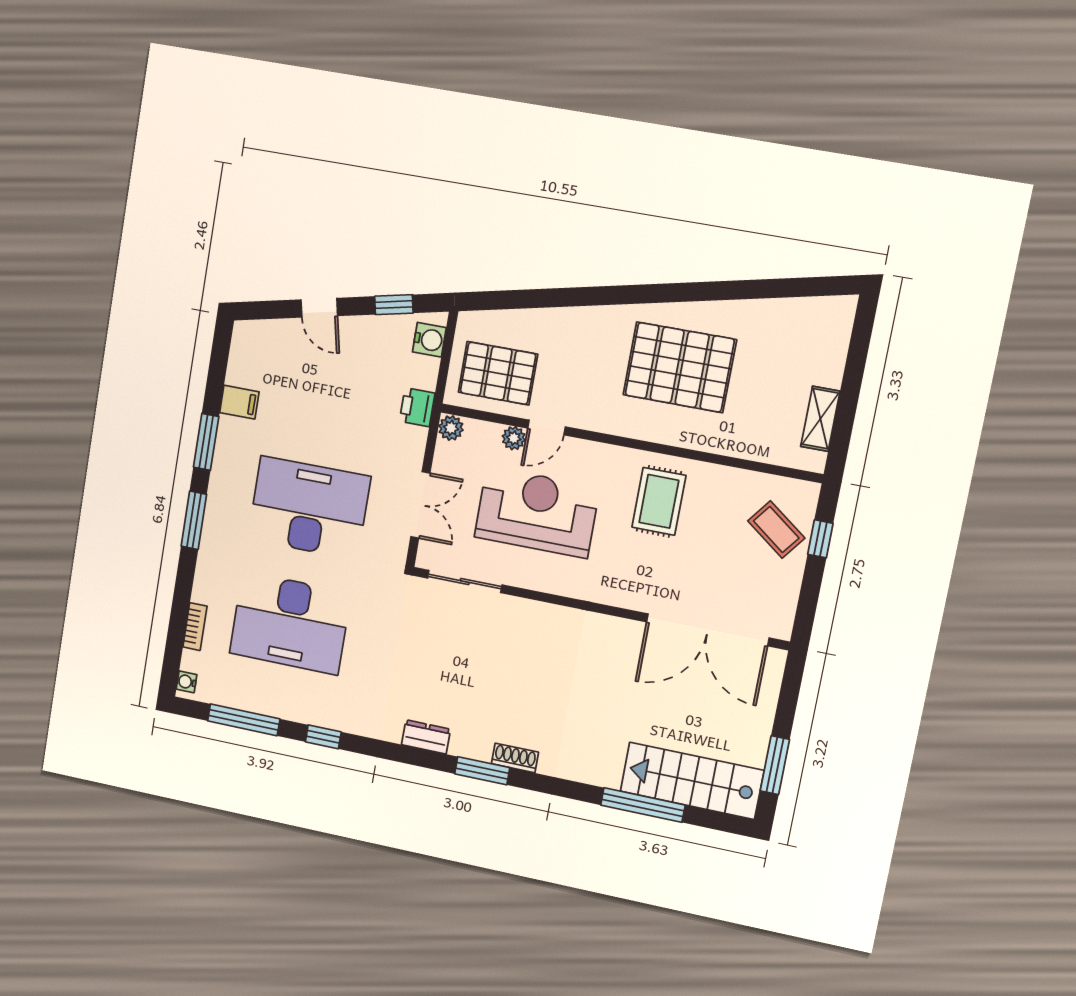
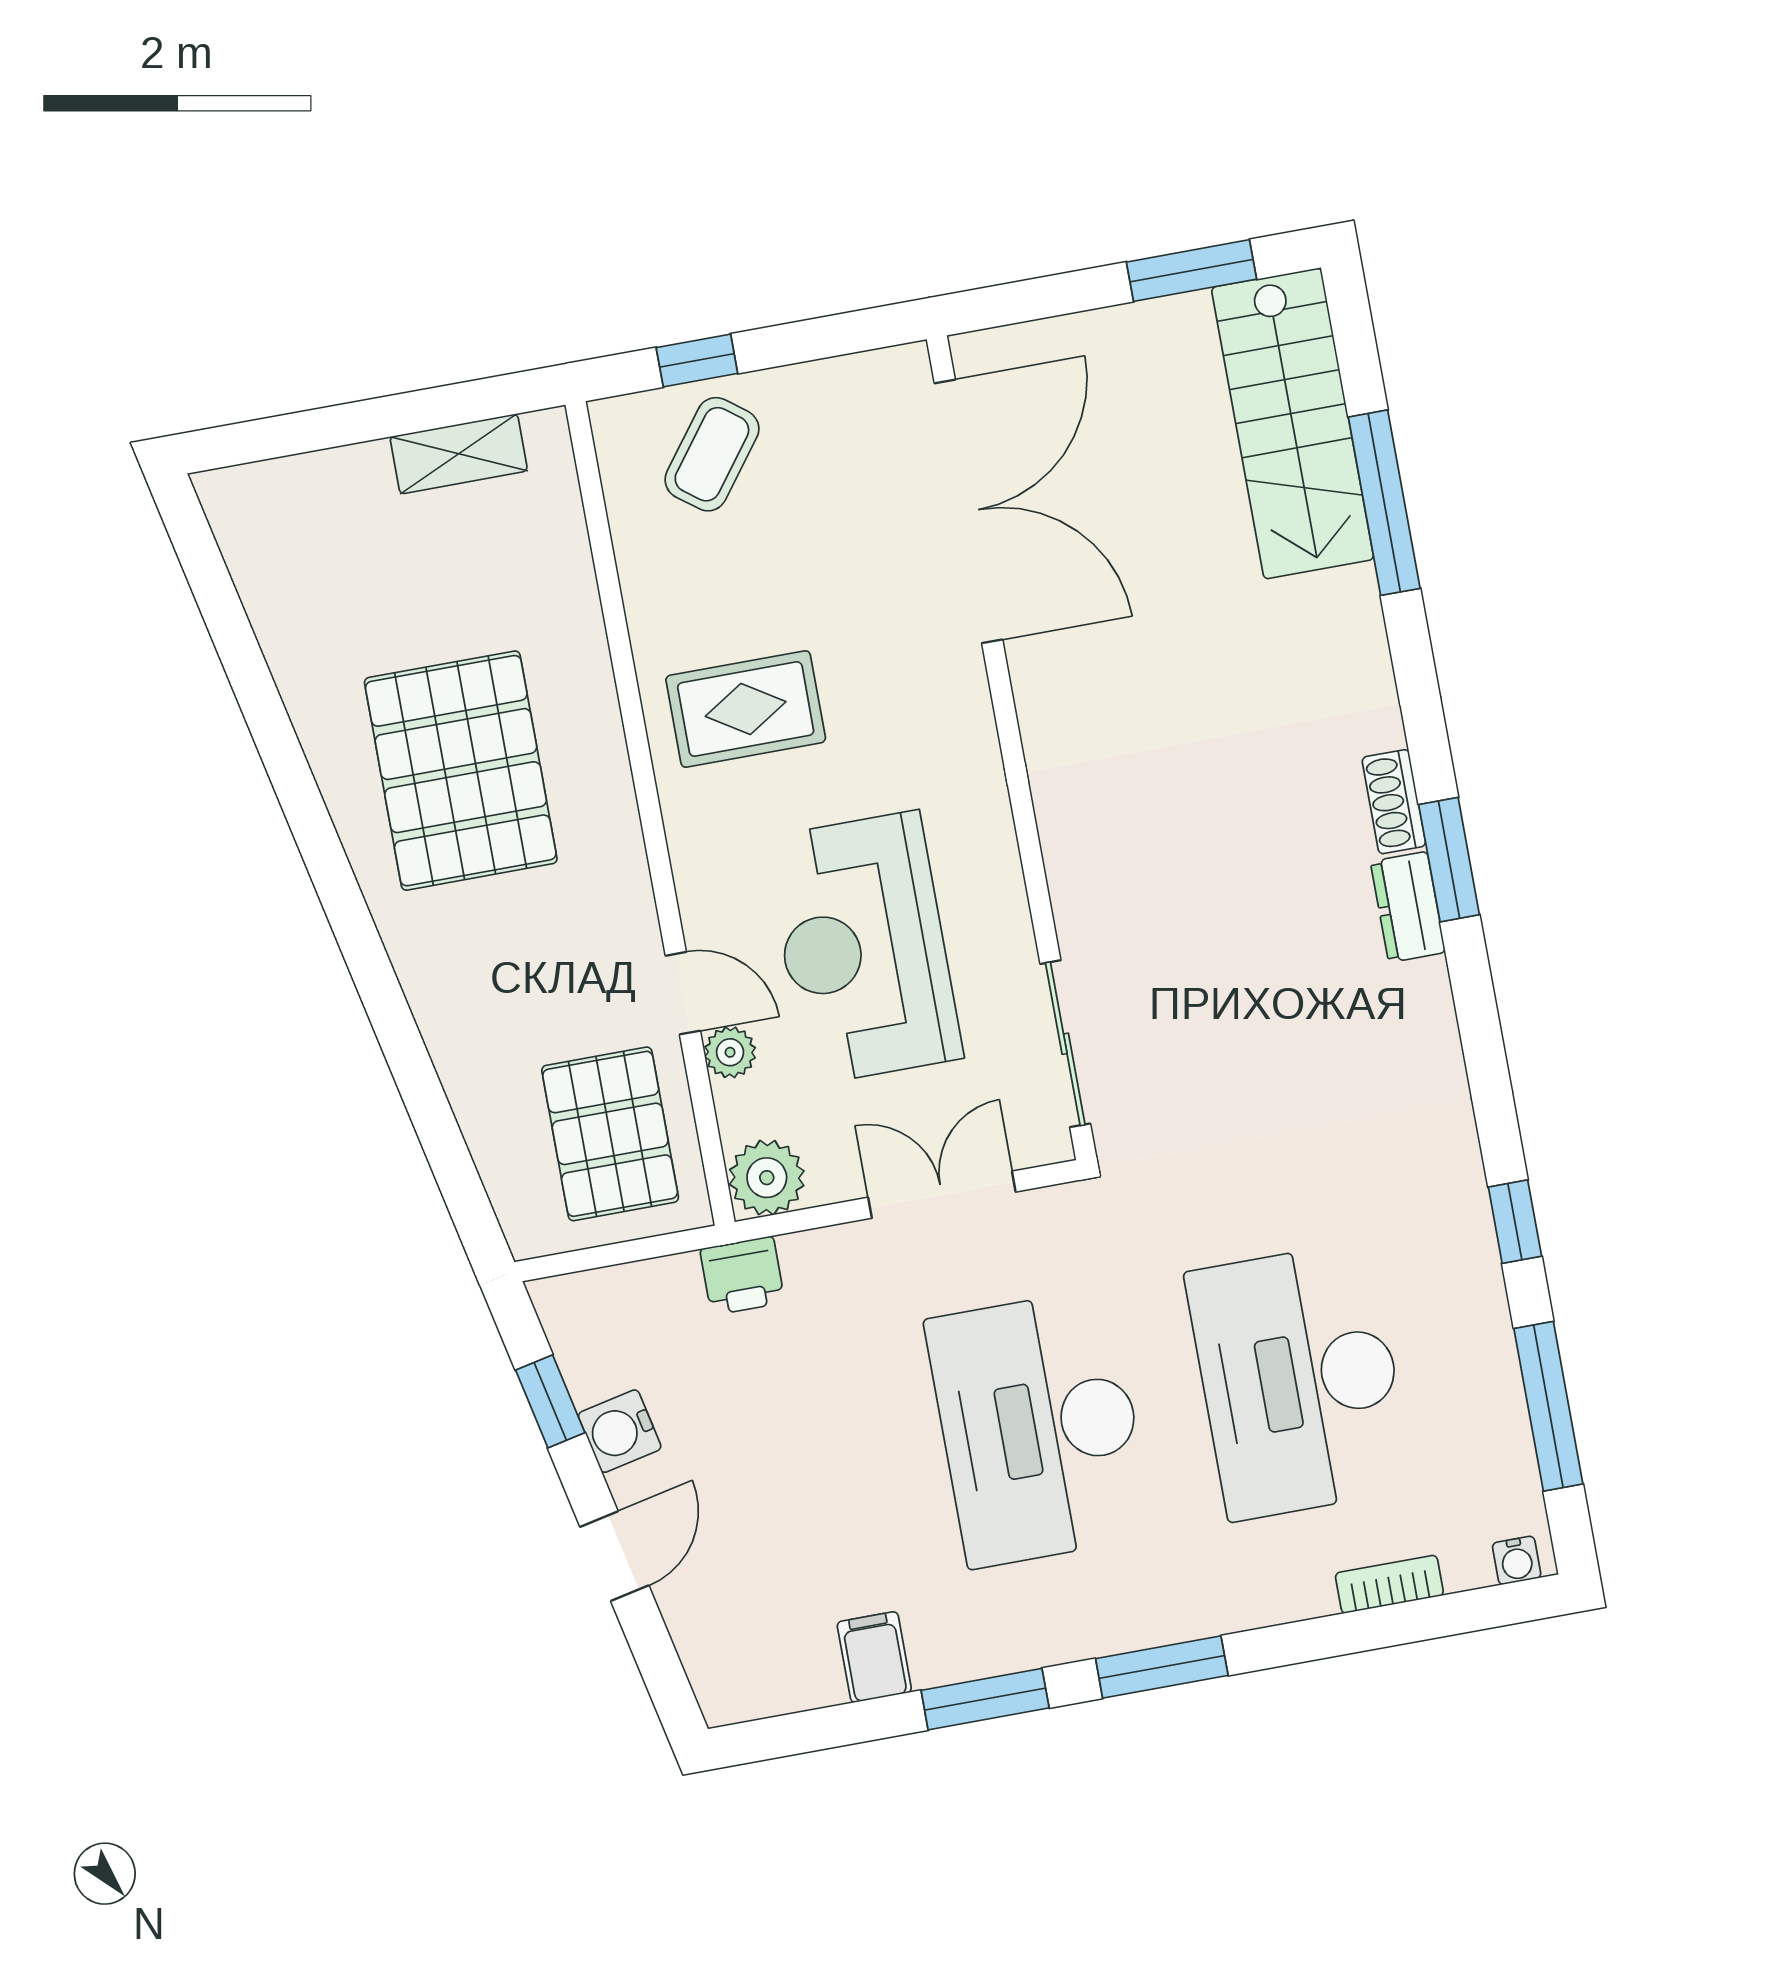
water cooler: (429, 340) -> (620, 1431), moved, turned -102
plant: (451, 428) -> (767, 1178), width x1.38, depth x1.38
desk: (290, 623) -> (1299, 1381), turned 180
dresser: (426, 737) -> (1408, 907), moved

